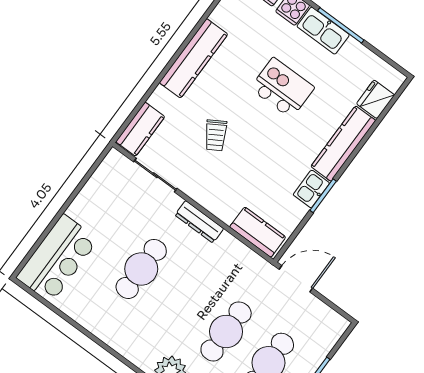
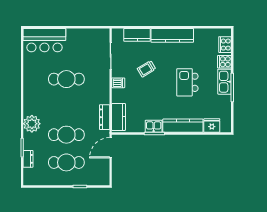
kitchen island: (282, 88) -> (187, 82), turned 180
kitchen counter: (140, 129) -> (137, 35), moved
dishwasher: (205, 194) -> (118, 83), added
dresser: (199, 222) -> (105, 117), moved
door: (296, 279) -> (111, 148), swing flipped

